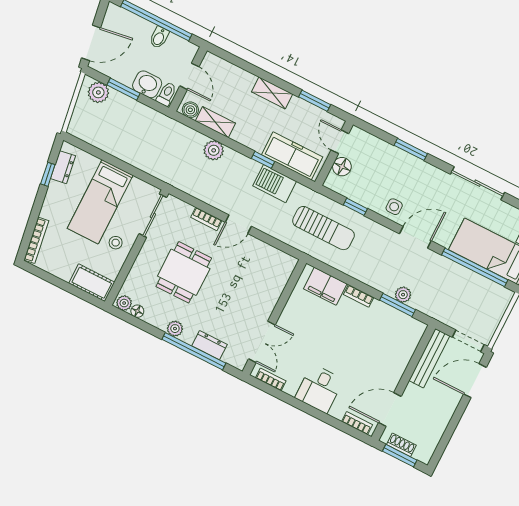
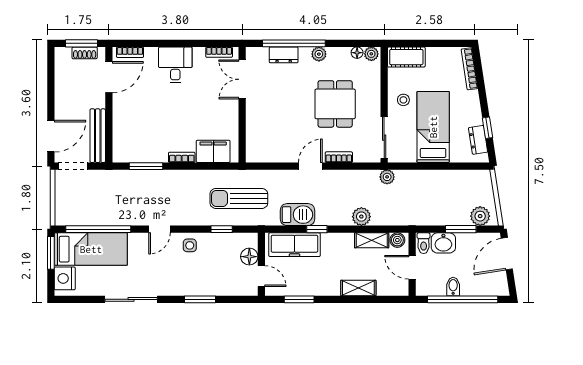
shelving: (272, 93) -> (358, 288), moved
door: (415, 237) -> (160, 229), width x0.73
plant: (403, 295) -> (387, 177), moved

